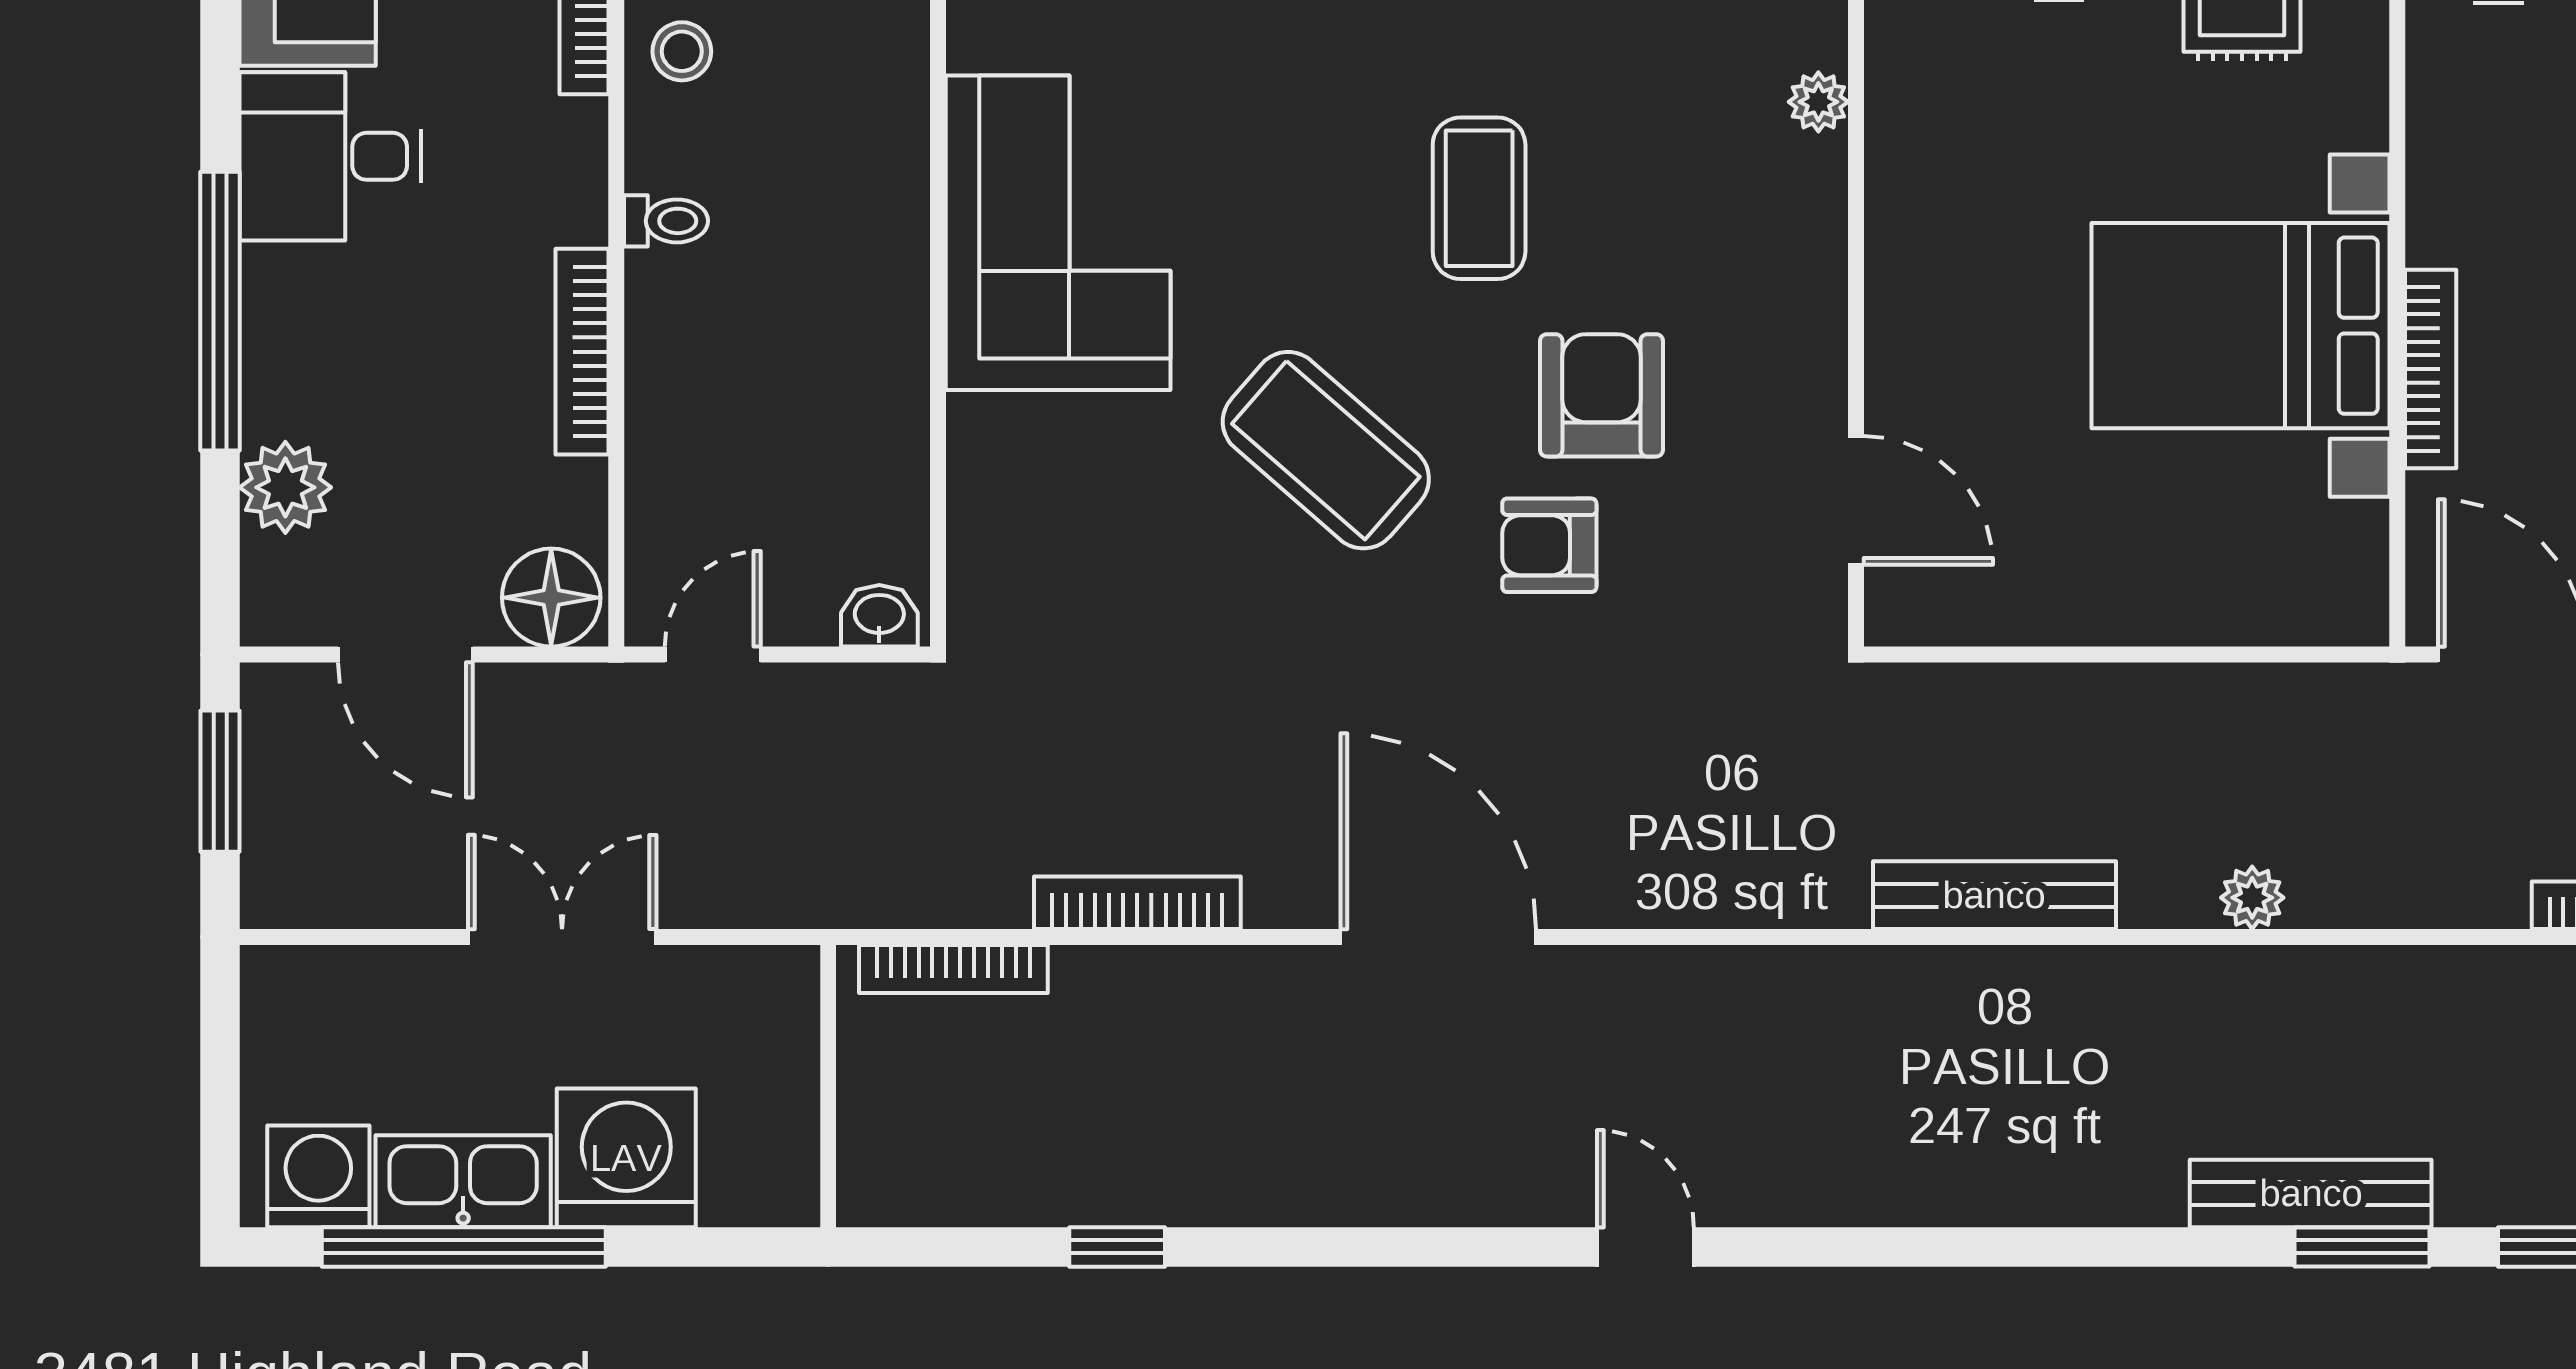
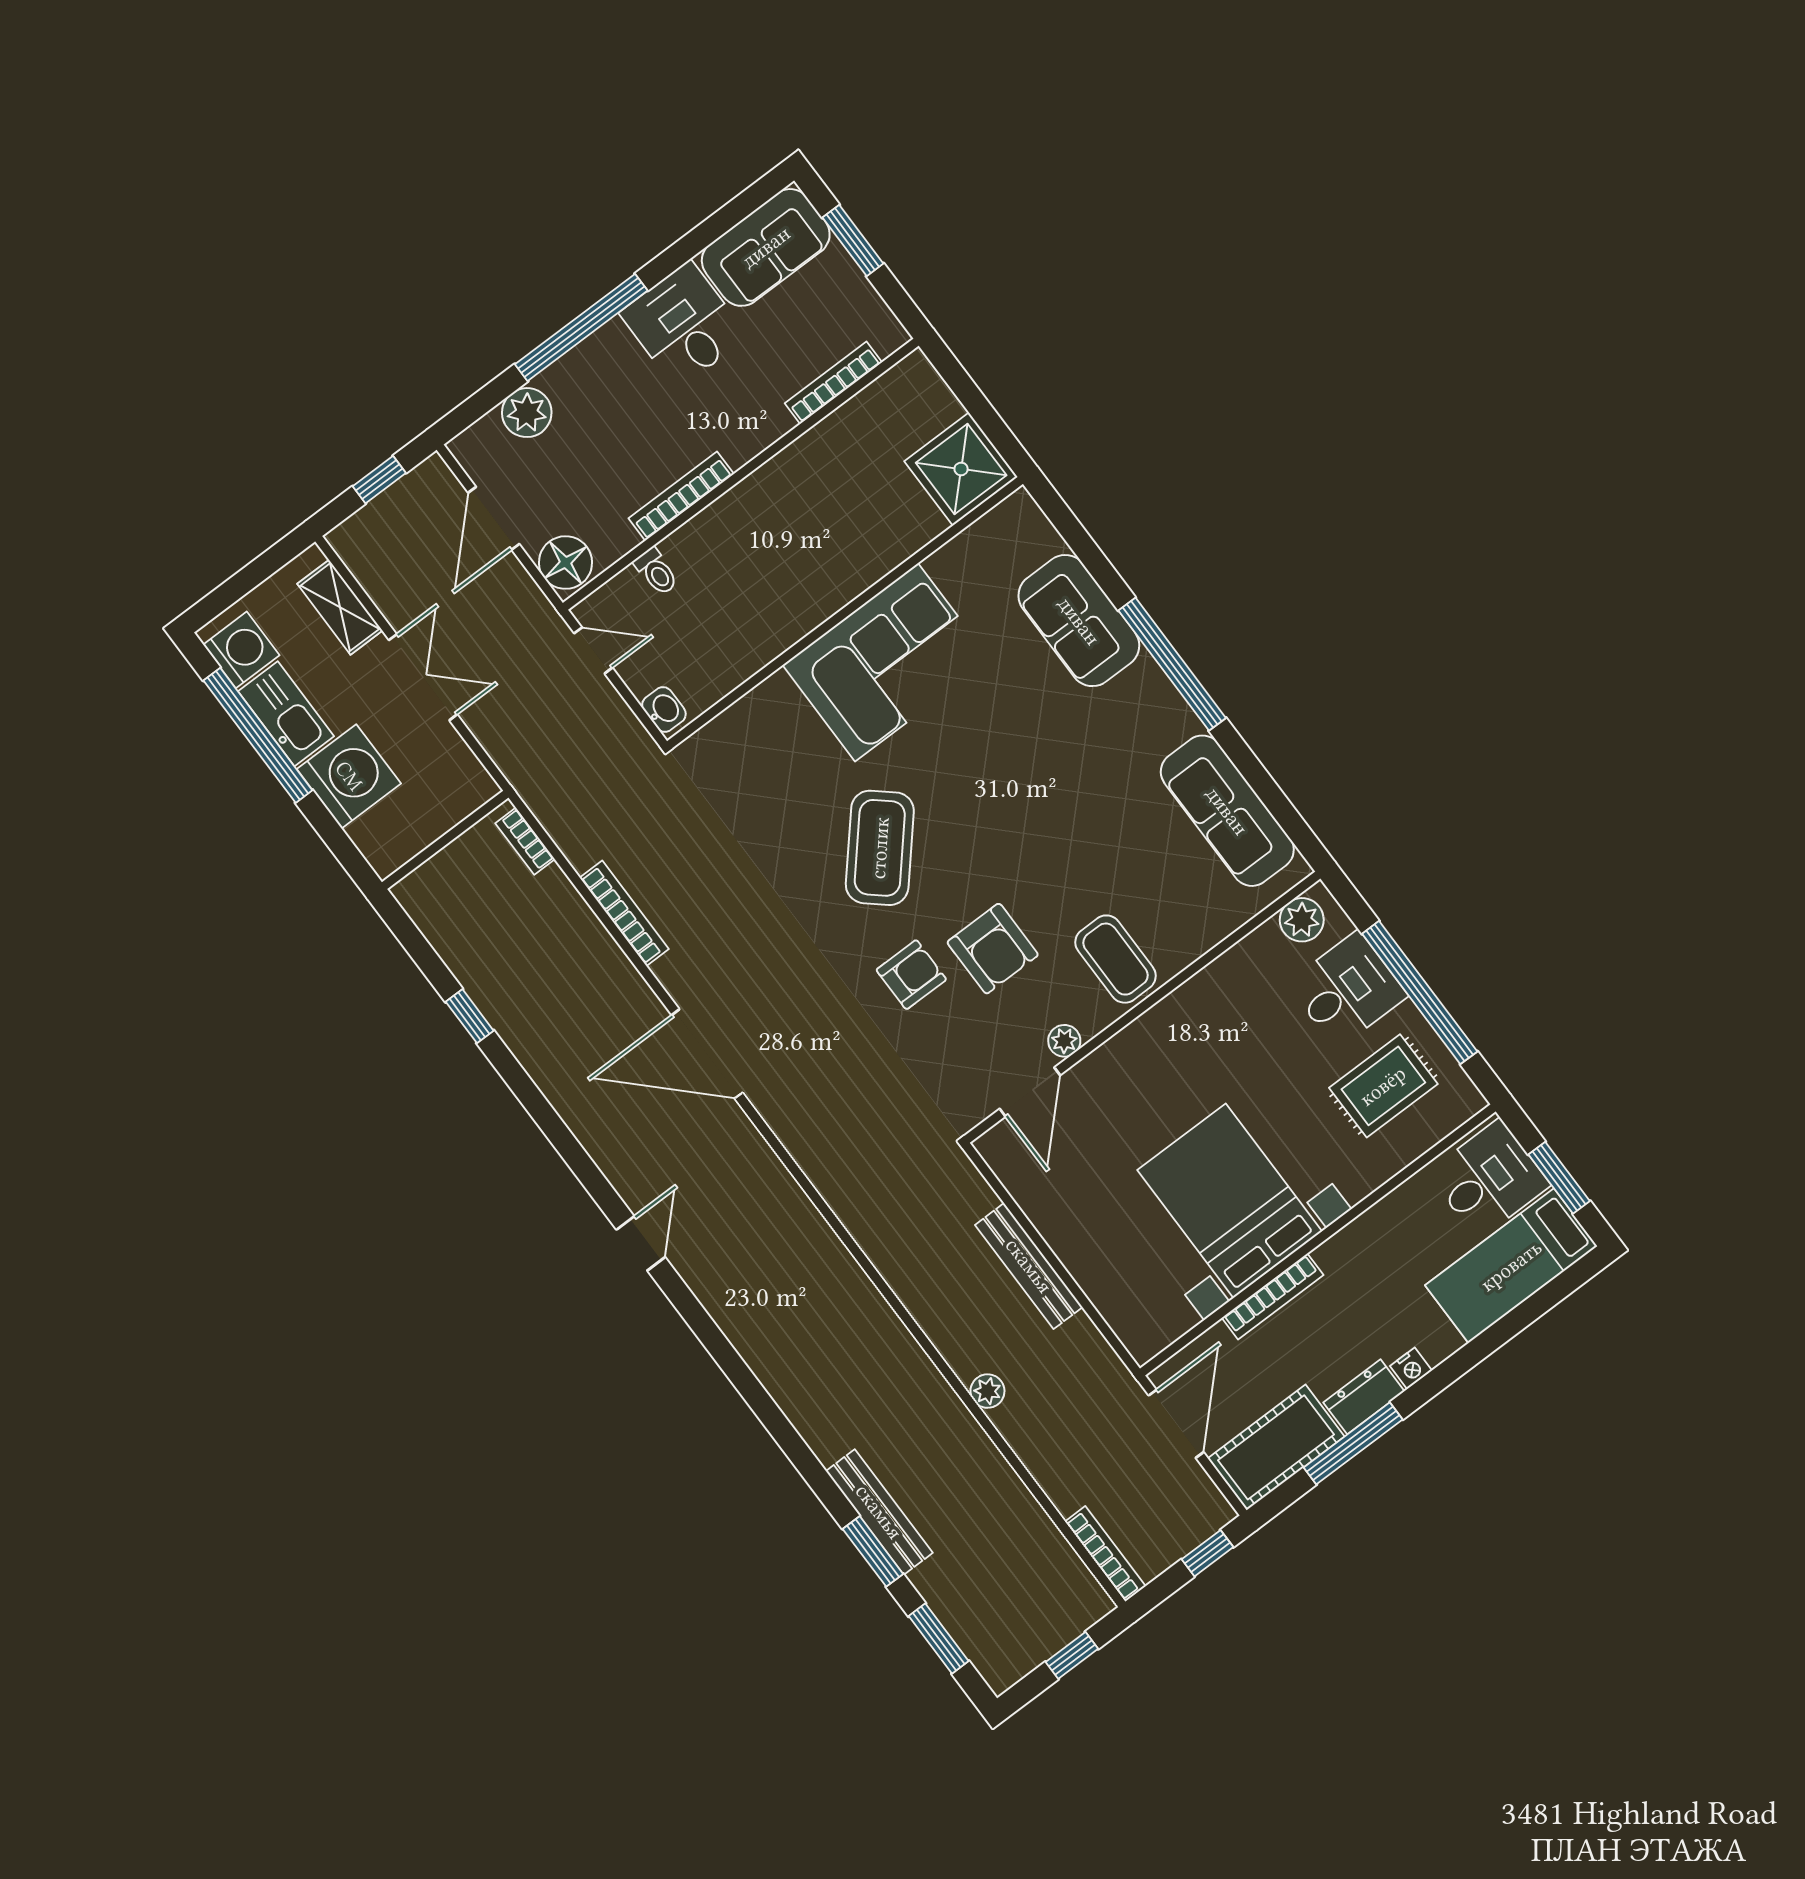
stool: (682, 51) -> (843, 442), removed
plant: (1818, 102) -> (1064, 1041), moved
coffee table: (1479, 198) -> (1115, 959), moved, turned 90
toilet: (666, 221) -> (656, 572), moved
armchair: (1601, 395) -> (993, 949), turned 90
armchair: (1549, 545) -> (911, 975), turned 90
window: (220, 781) -> (379, 480), width x0.67
bench: (1994, 895) -> (1029, 1266), moved
door: (1438, 937) -> (707, 1054), swing flipped
bookcase: (953, 969) -> (525, 841), width x0.64
shelving: (365, 982) -> (340, 607), added

